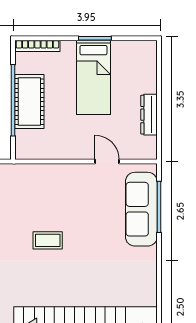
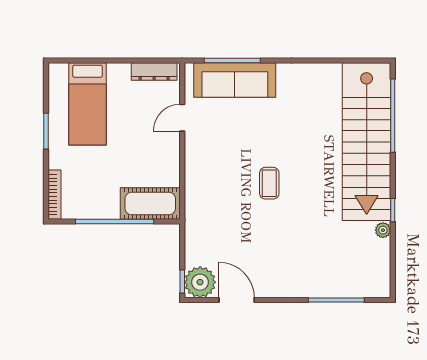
bed: (93, 77) -> (87, 104), moved, turned 90
cot: (29, 102) -> (150, 204), moved
dresser: (149, 115) -> (154, 71), moved

